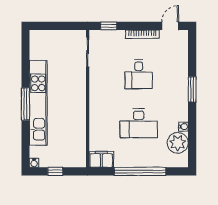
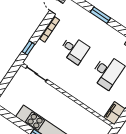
window: (192, 89) -> (100, 15), moved

